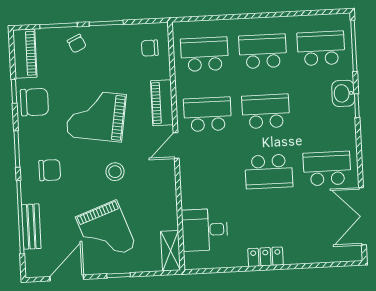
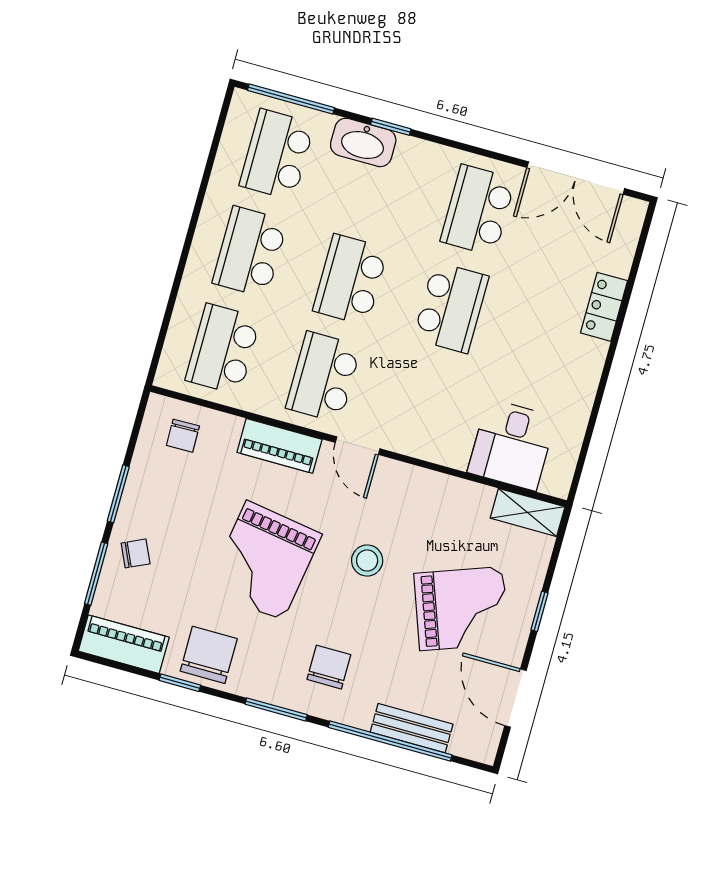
washbasin: (343, 93) -> (363, 142), width x1.38
locker: (265, 257) -> (604, 307), moved

